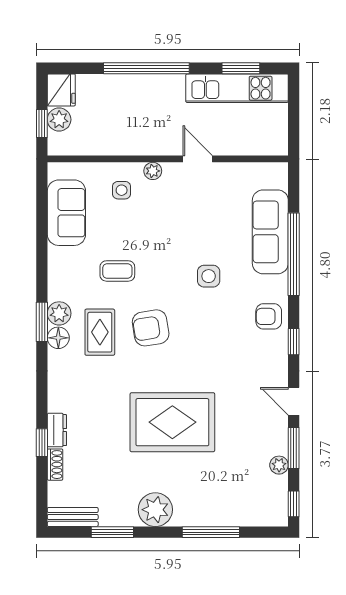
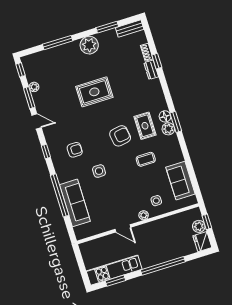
armchair: (269, 316) -> (75, 150), moved
rug: (172, 422) -> (94, 92), width x0.73, depth x0.69

